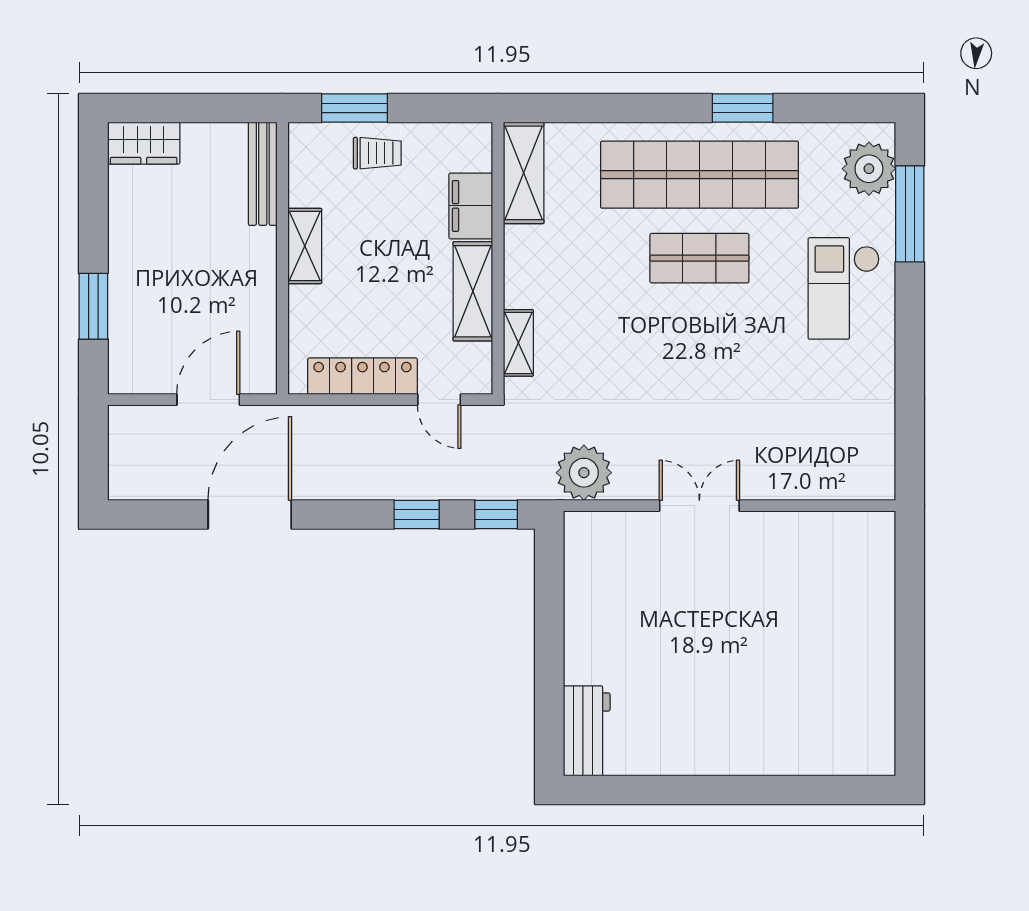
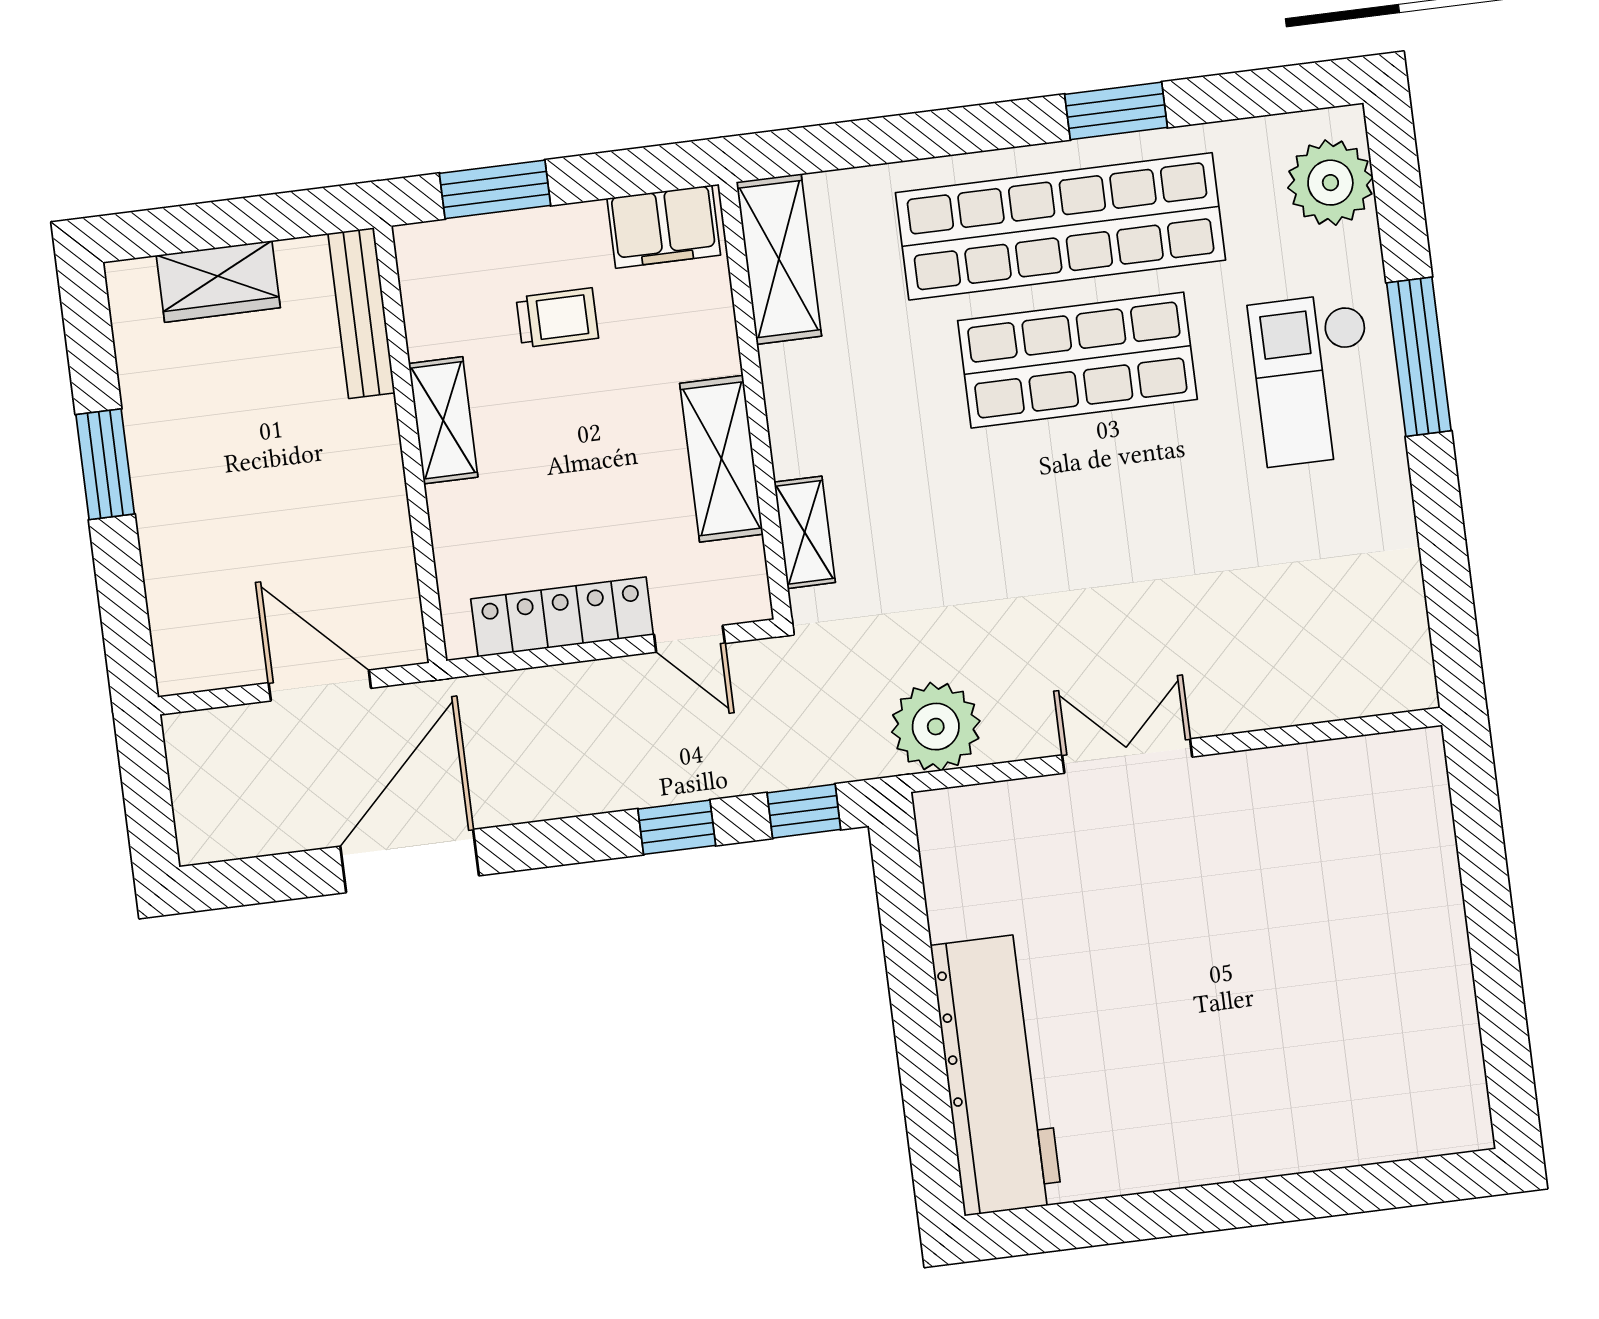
wardrobe: (144, 143) -> (218, 281), moved
trolley: (377, 153) -> (557, 318), moved
filing cabinet: (471, 206) -> (664, 227), moved, turned -90
window: (910, 214) -> (1419, 357), moved
shop shelf: (699, 258) -> (1077, 360), width x1.43, depth x1.36
window: (93, 306) -> (105, 464), moved
door: (208, 400) -> (320, 686), hinge flipped
workbench: (587, 731) -> (997, 1074), width x1.88, depth x1.32

